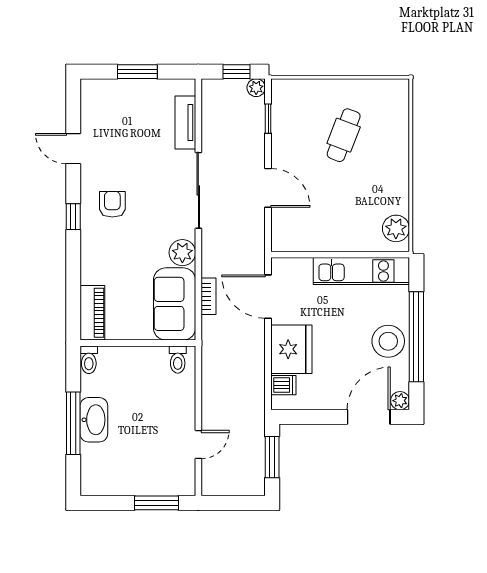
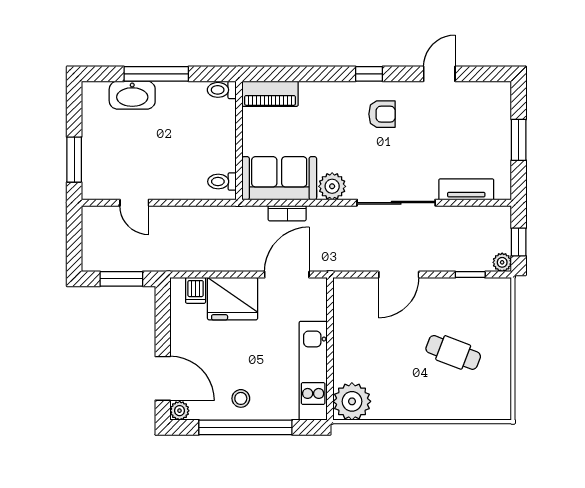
plant: (396, 228) -> (352, 401), width x1.36, depth x1.36
stool: (388, 341) -> (241, 398), width x0.53, depth x0.53
washbasin: (94, 420) -> (132, 95), moved

